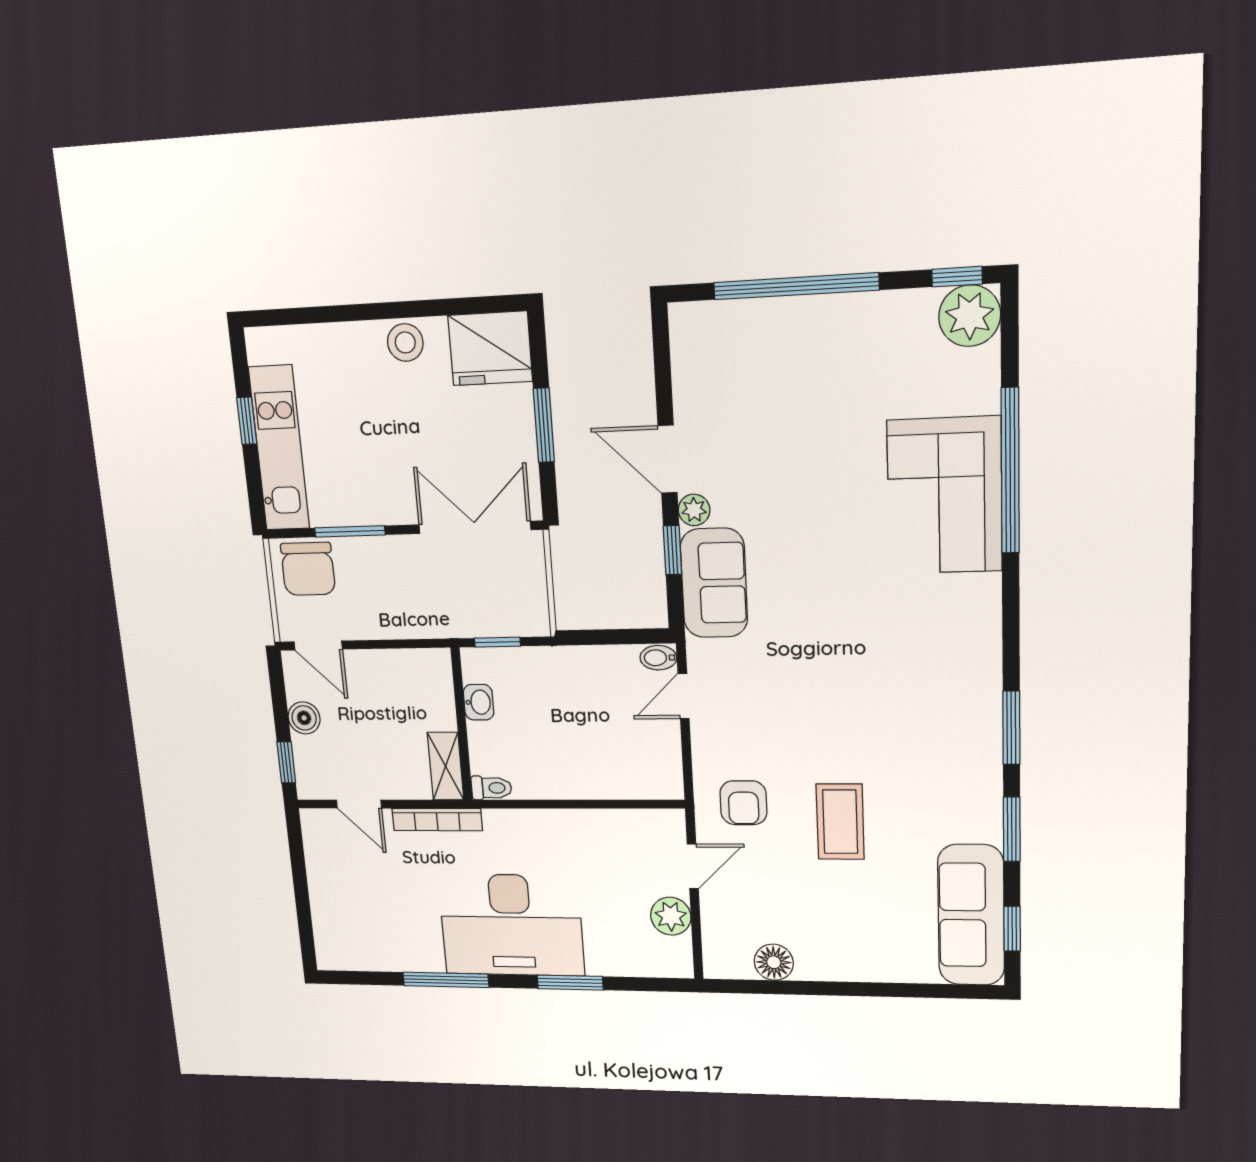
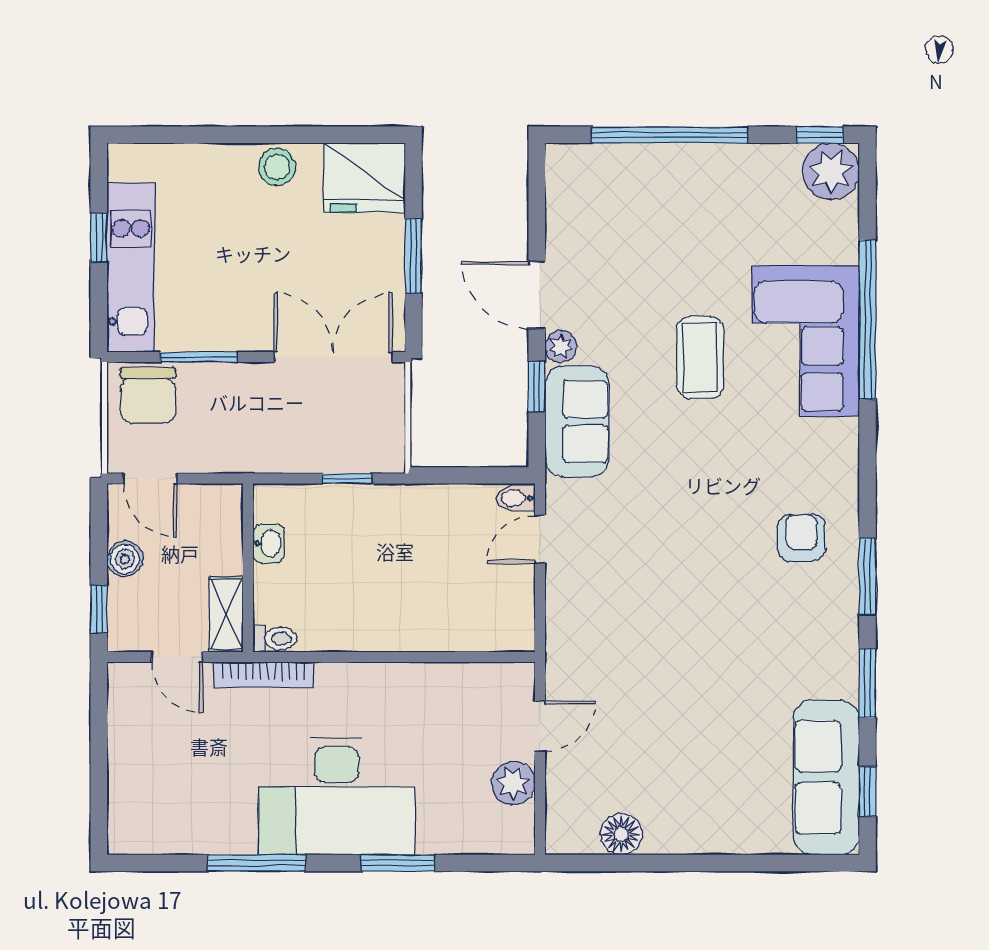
washbasin: (479, 702) -> (269, 543), moved
wall: (462, 725) -> (248, 568), moved
shelving: (446, 766) -> (226, 614), moved
toilet: (491, 788) -> (275, 639), moved
armchair: (743, 803) -> (802, 538), moved, turned 180
coffee table: (840, 822) -> (700, 357), moved

